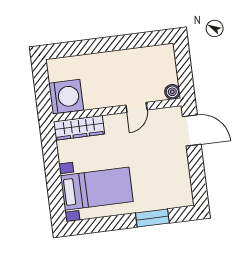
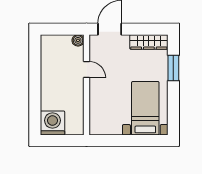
washing machine: (66, 97) -> (52, 123), moved
wardrobe: (79, 128) -> (149, 42), moved, turned 90

